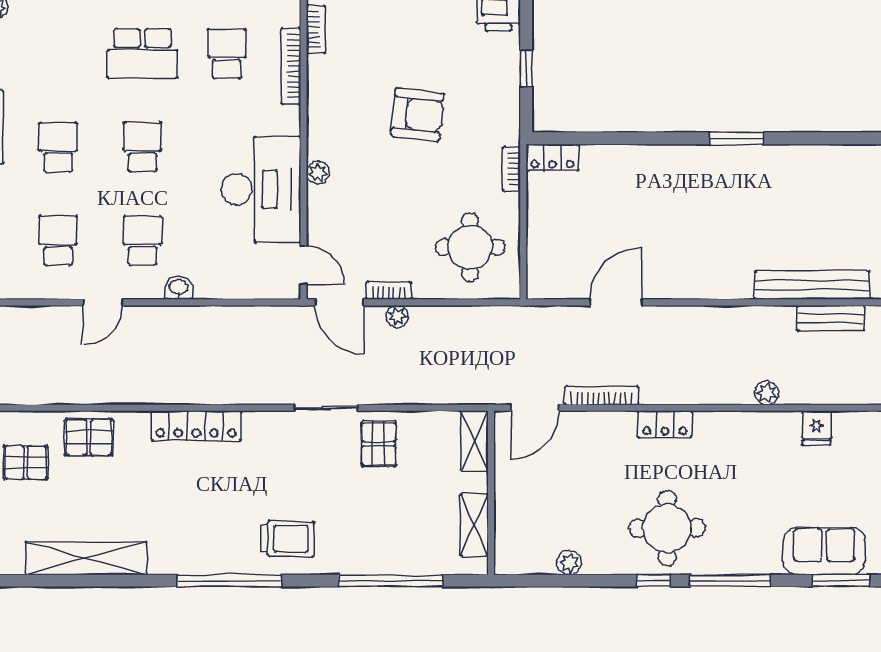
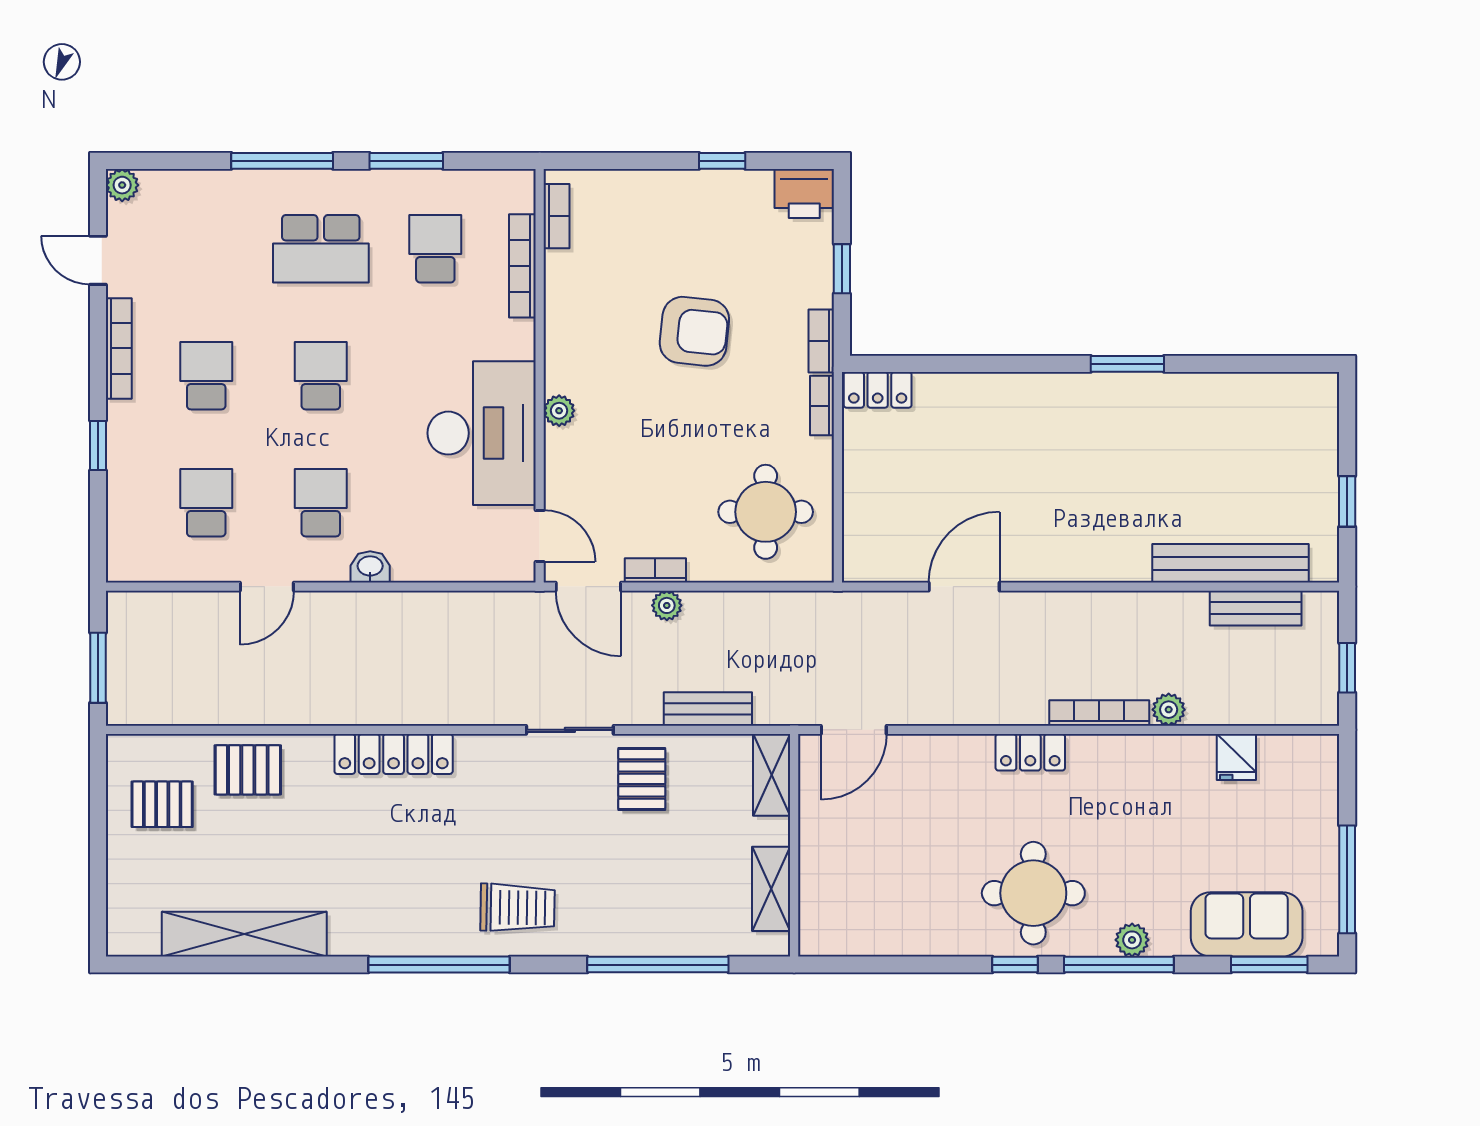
bookcase: (511, 121) -> (821, 341), added
bench: (427, 392) -> (708, 709), added
bookcase: (601, 395) -> (1099, 713), moved
plant: (569, 563) -> (1132, 940), moved

